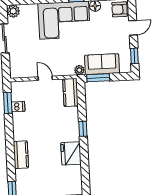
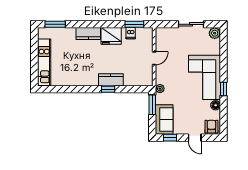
sofa: (102, 64) -> (164, 120), moved
kitchen counter: (71, 92) -> (111, 80), moved
fridge: (71, 153) -> (111, 36), moved, turned 180

